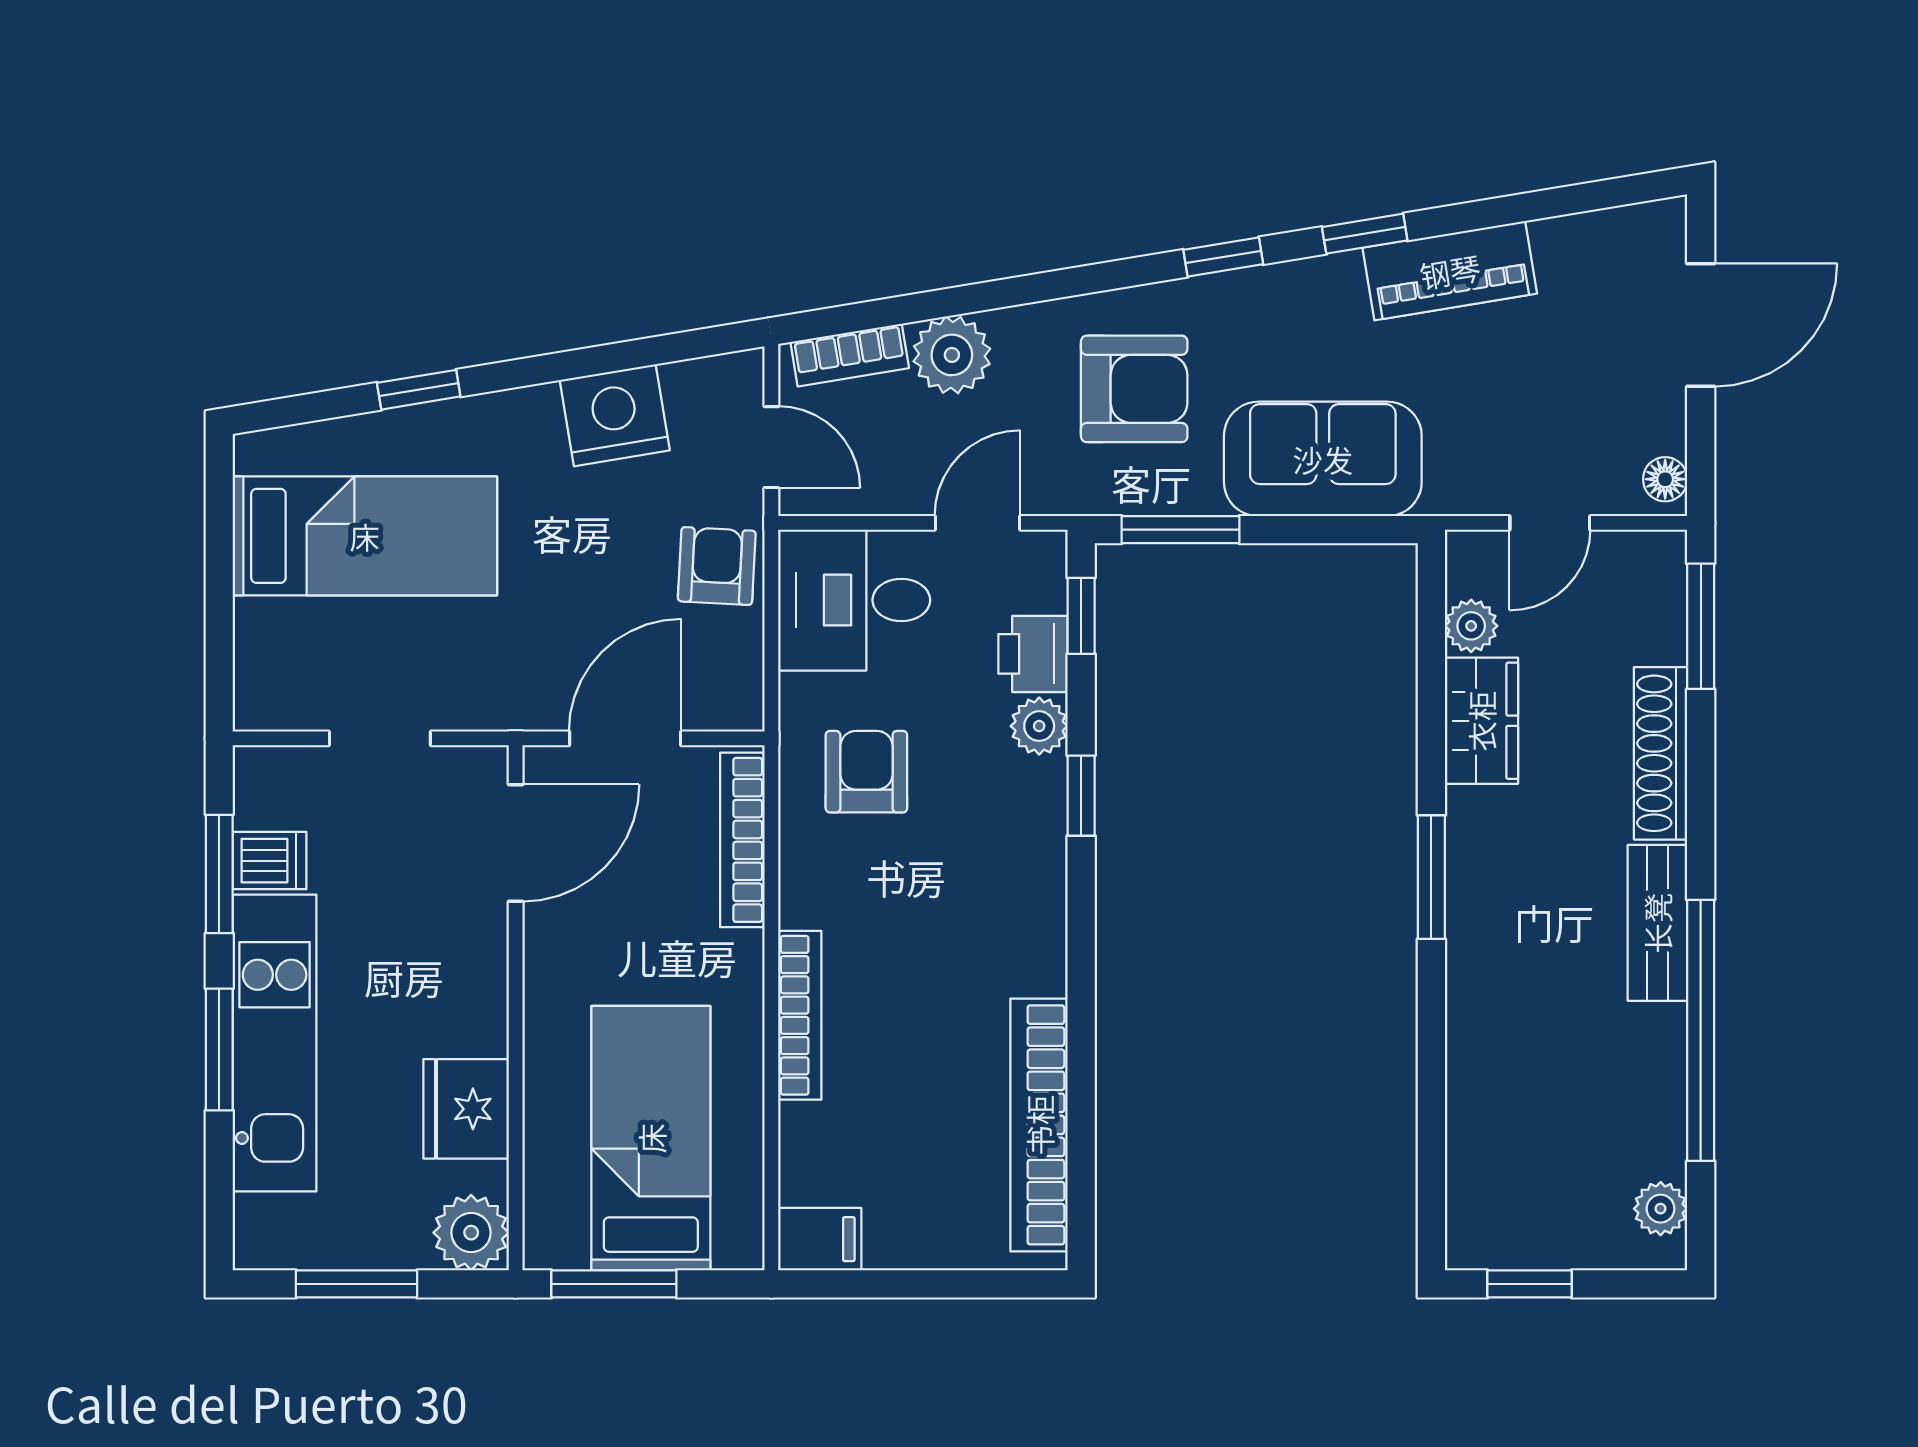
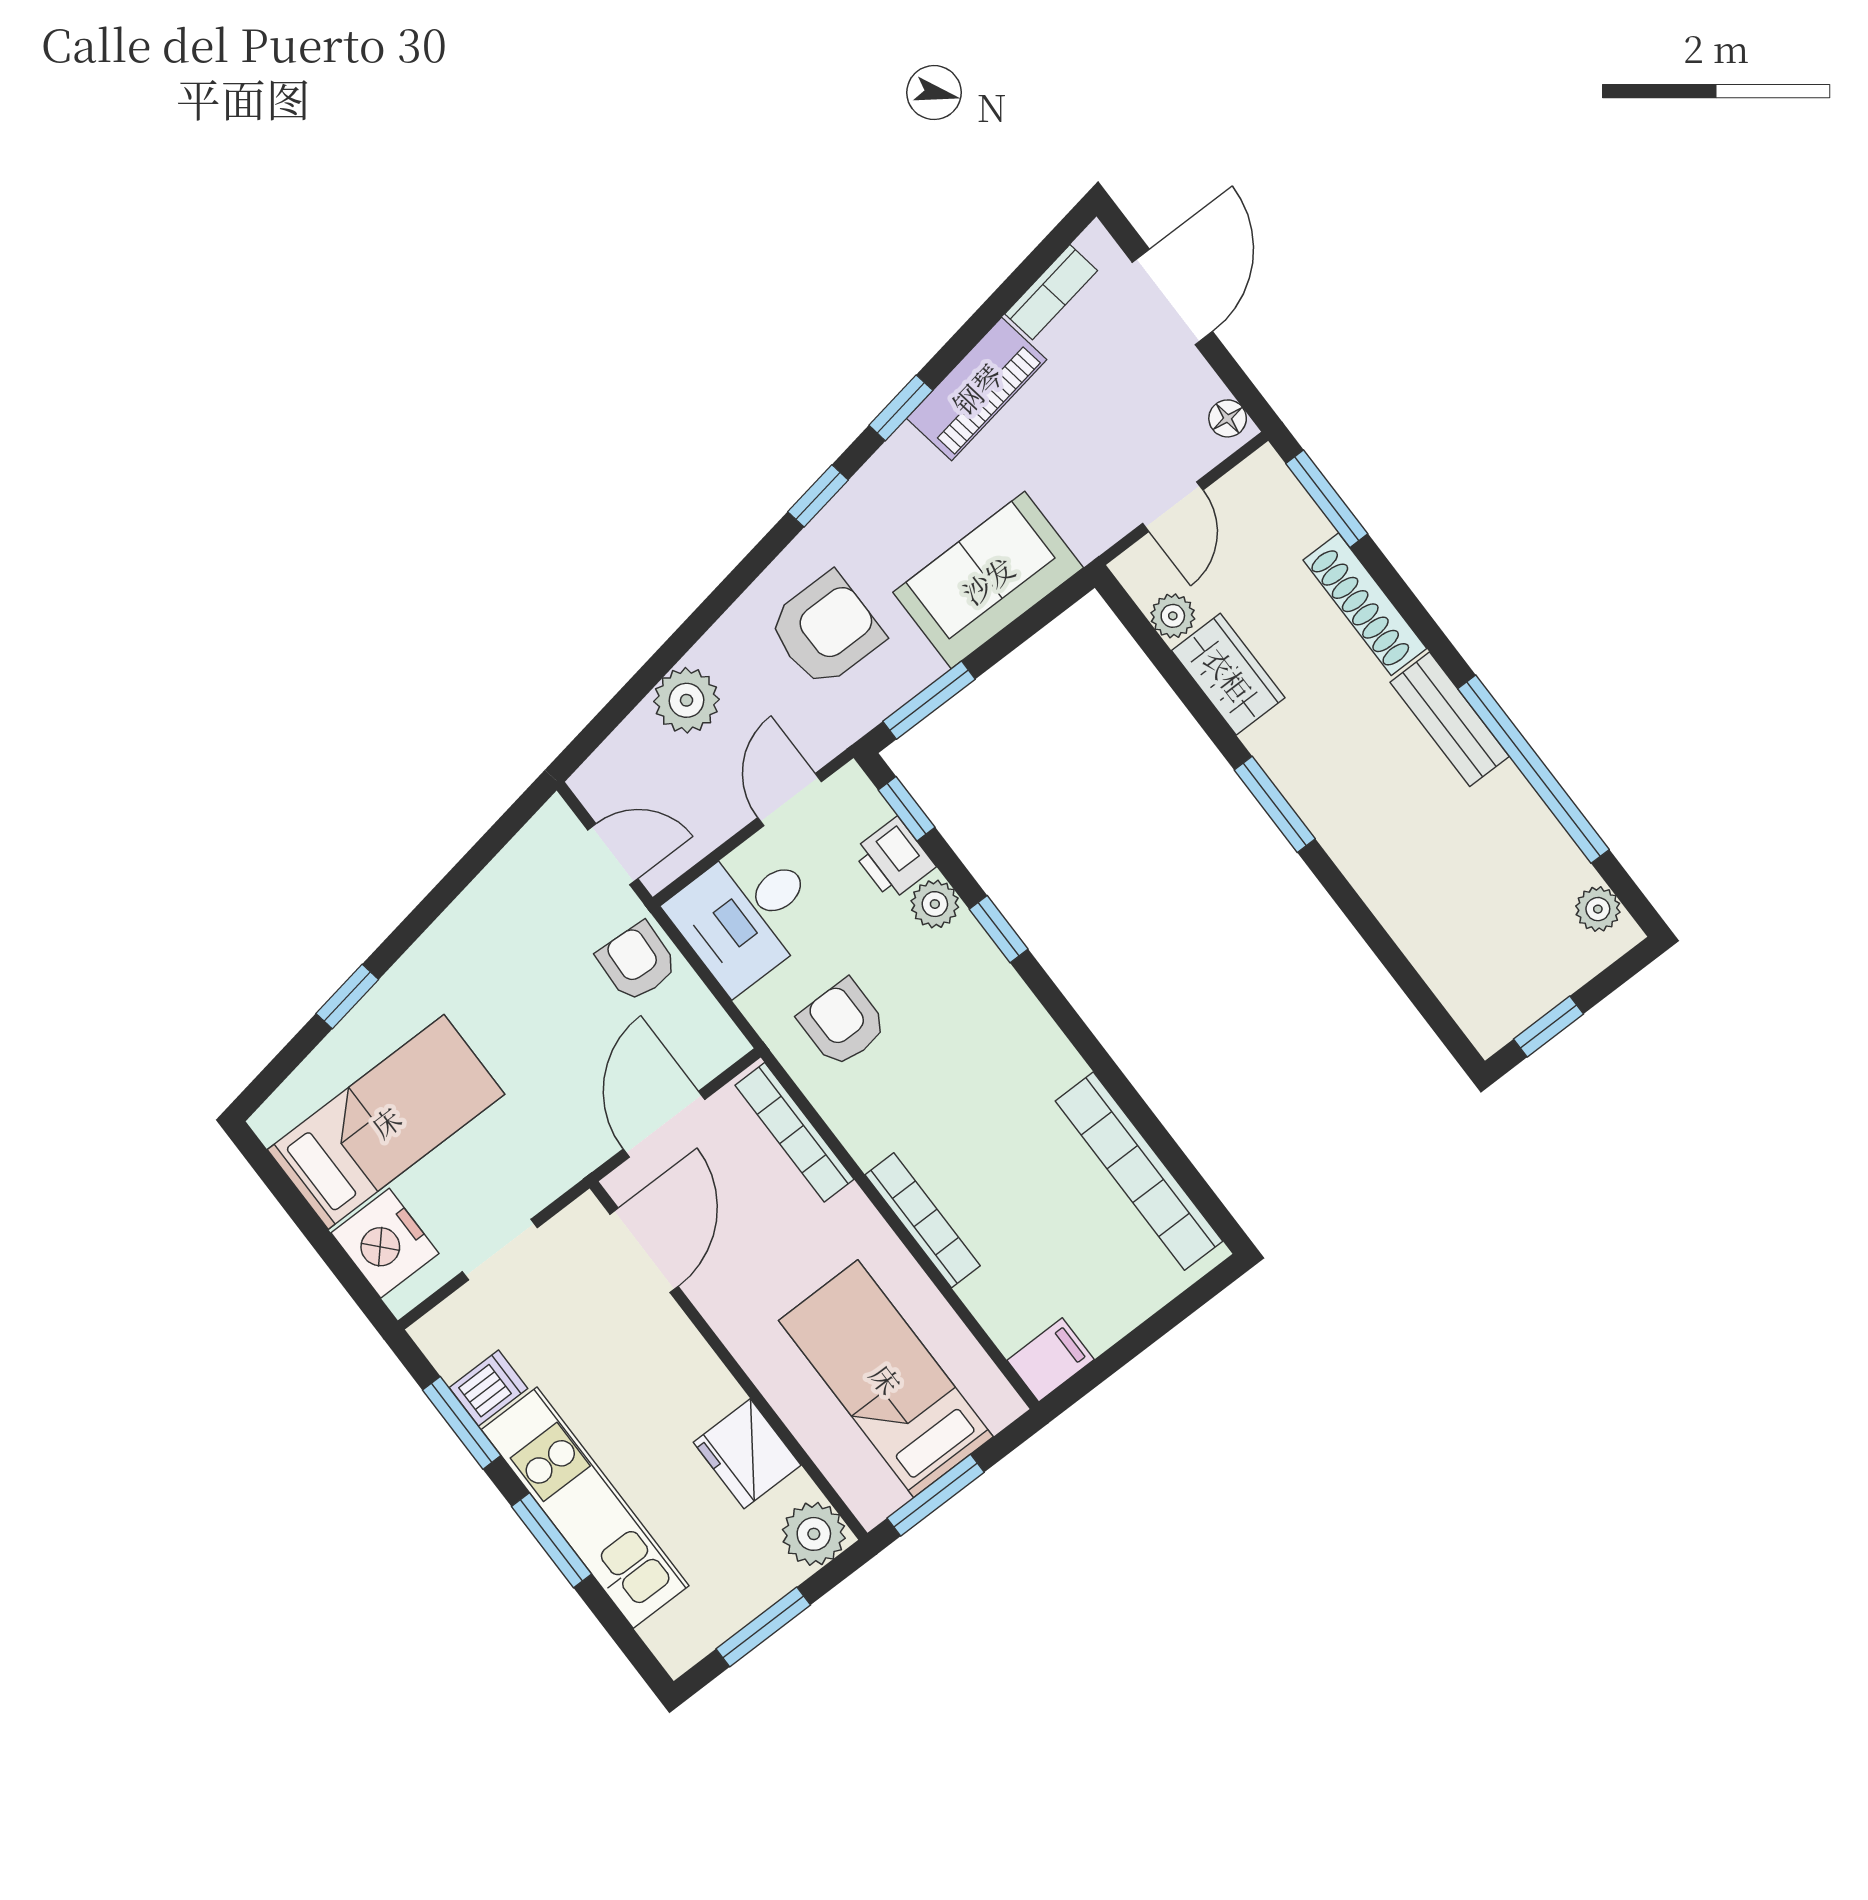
bookcase: (850, 355) -> (1051, 292), moved
nightstand: (615, 415) -> (385, 1243), moved, turned -81

